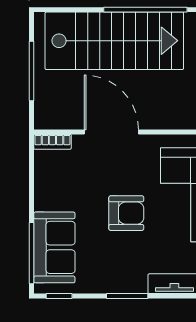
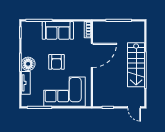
stairs: (114, 41) -> (136, 65), width x0.73, depth x0.66
sofa: (54, 247) -> (58, 30), moved
floor lamp: (131, 278) -> (28, 64), added

